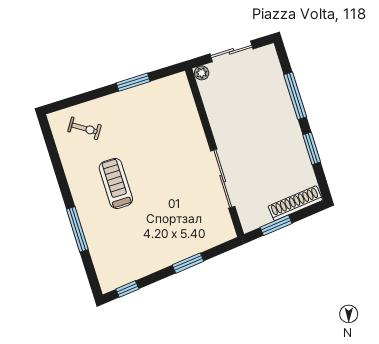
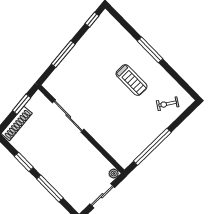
window: (133, 82) -> (152, 147), width x2.11
window: (77, 229) -> (150, 50), moved
window: (188, 263) -> (63, 54), width x1.44

